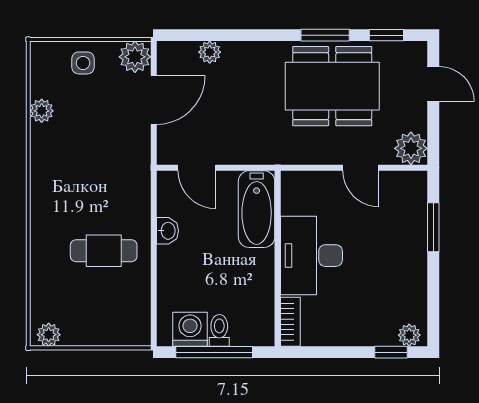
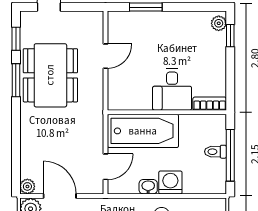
plant: (210, 52) -> (27, 186), moved
plant: (411, 148) -> (92, 22), removed
bathtub: (257, 209) -> (143, 131), width x1.36, depth x1.36
desk: (311, 256) -> (172, 89), width x0.73
washing machine: (190, 329) -> (170, 182), moved, turned 90

